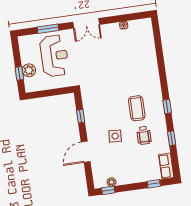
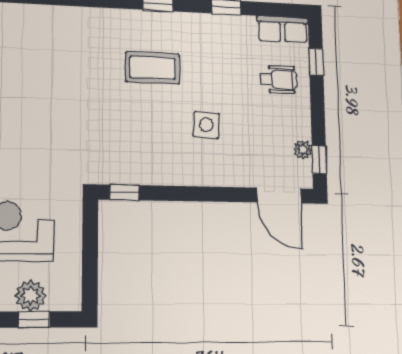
window: (81, 116) -> (124, 193), moved
wheelchair: (144, 135) -> (279, 80), moved
door: (86, 152) -> (279, 196), moved

